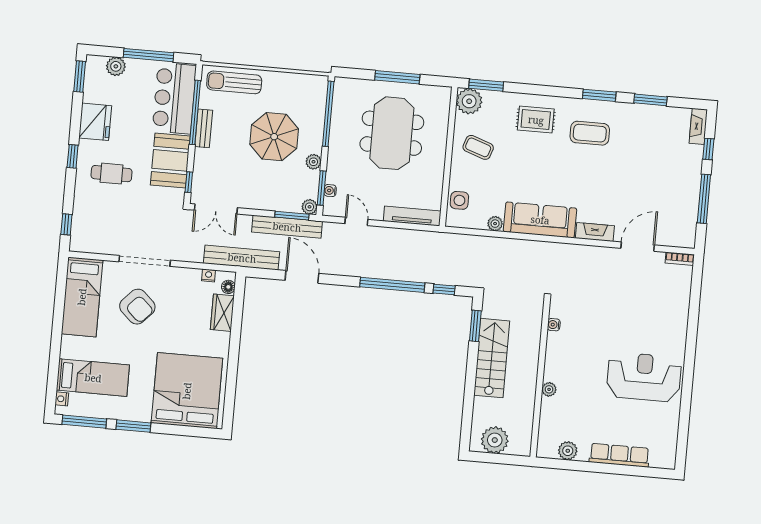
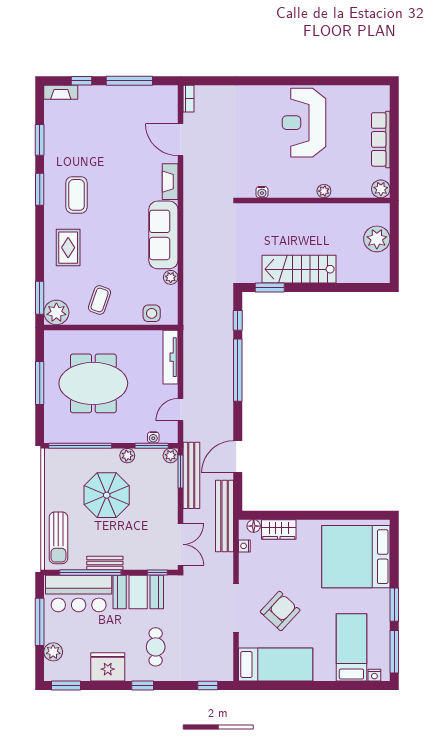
water cooler: (554, 325) -> (262, 192), moved
wall: (540, 378) -> (314, 201), moved
plant: (549, 389) -> (324, 191), moved
plant: (495, 440) -> (377, 239), moved

